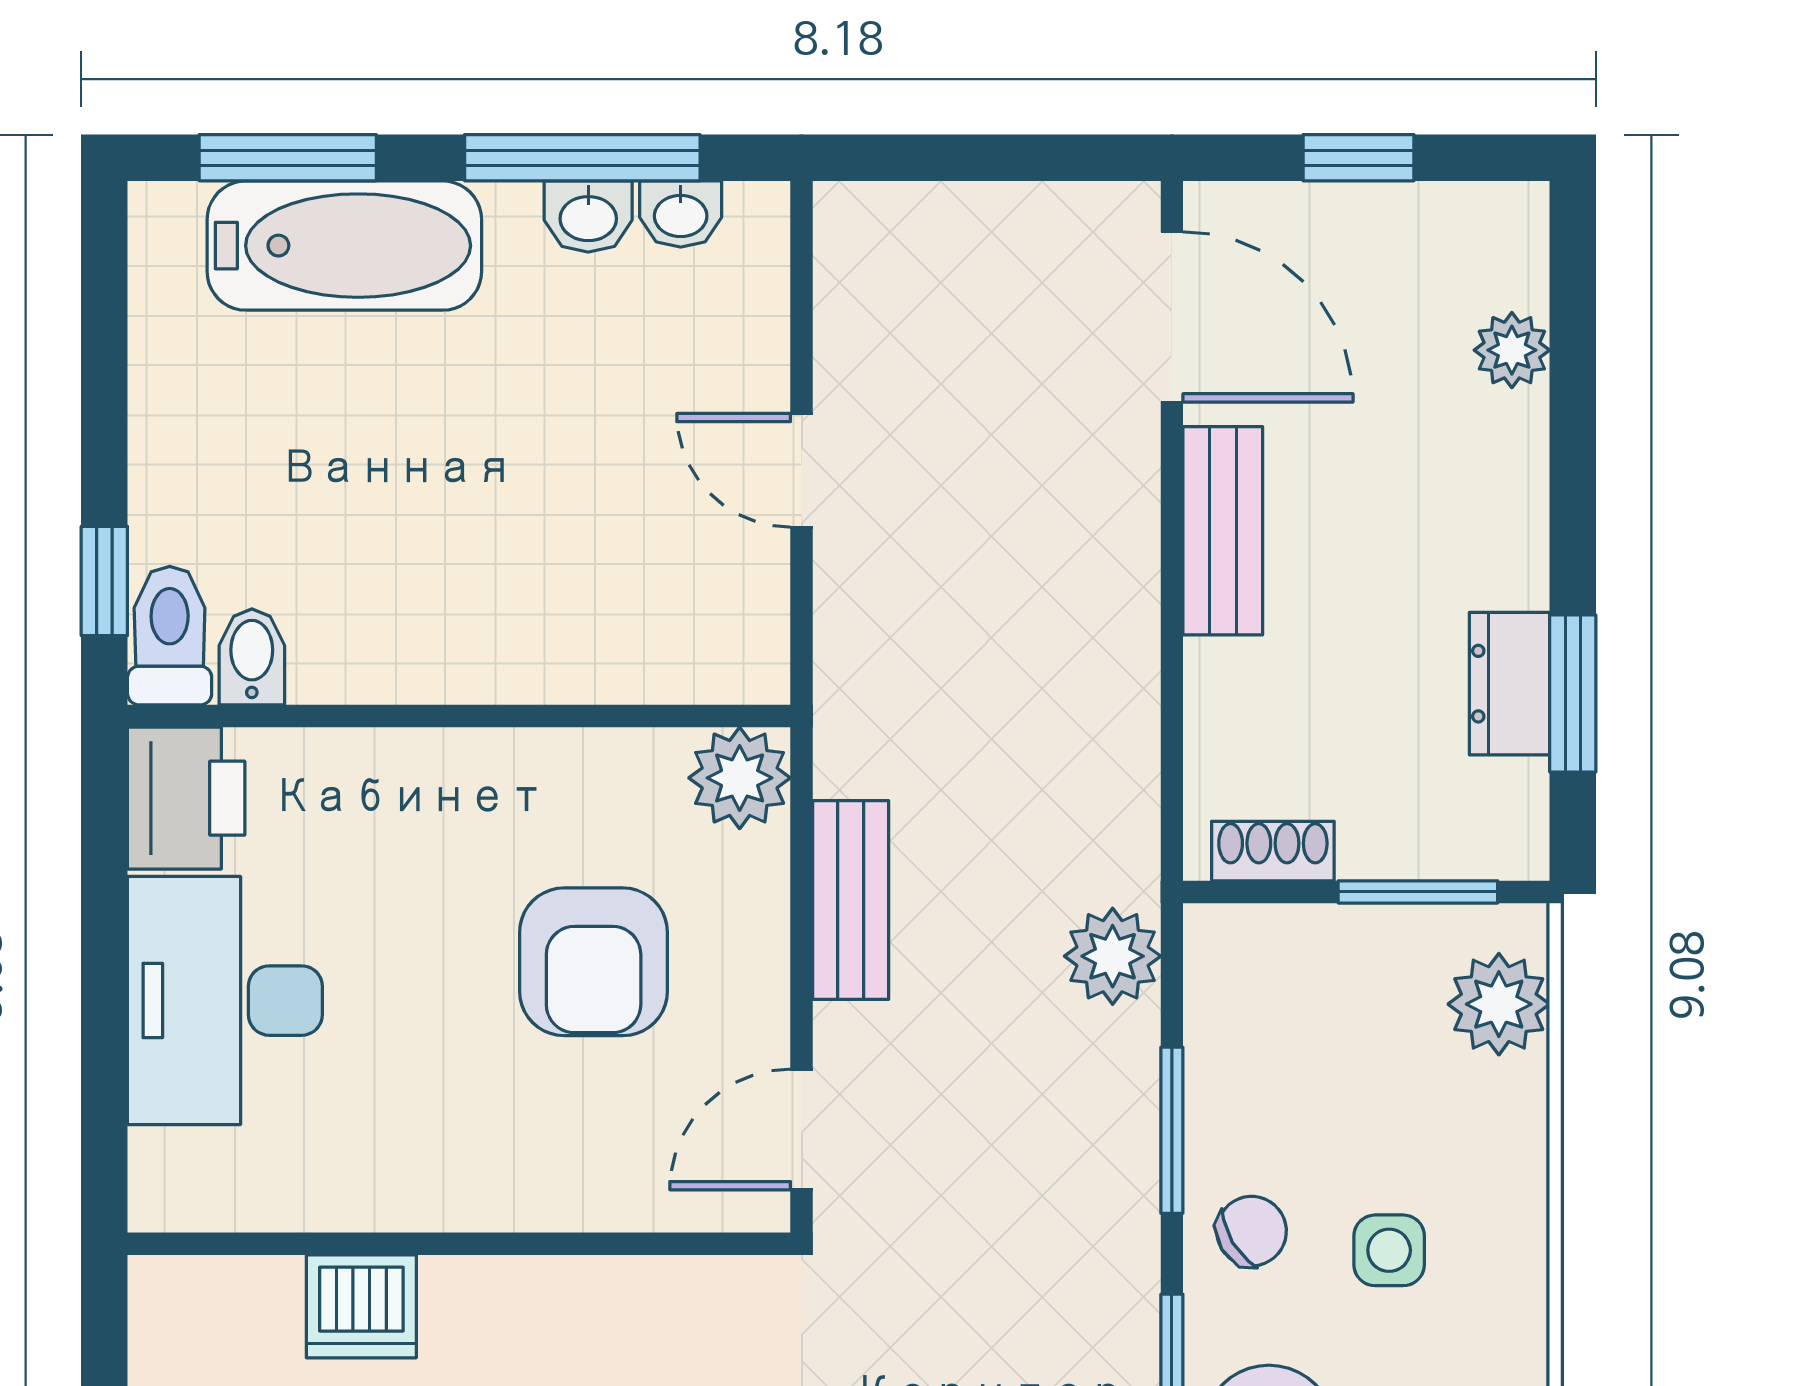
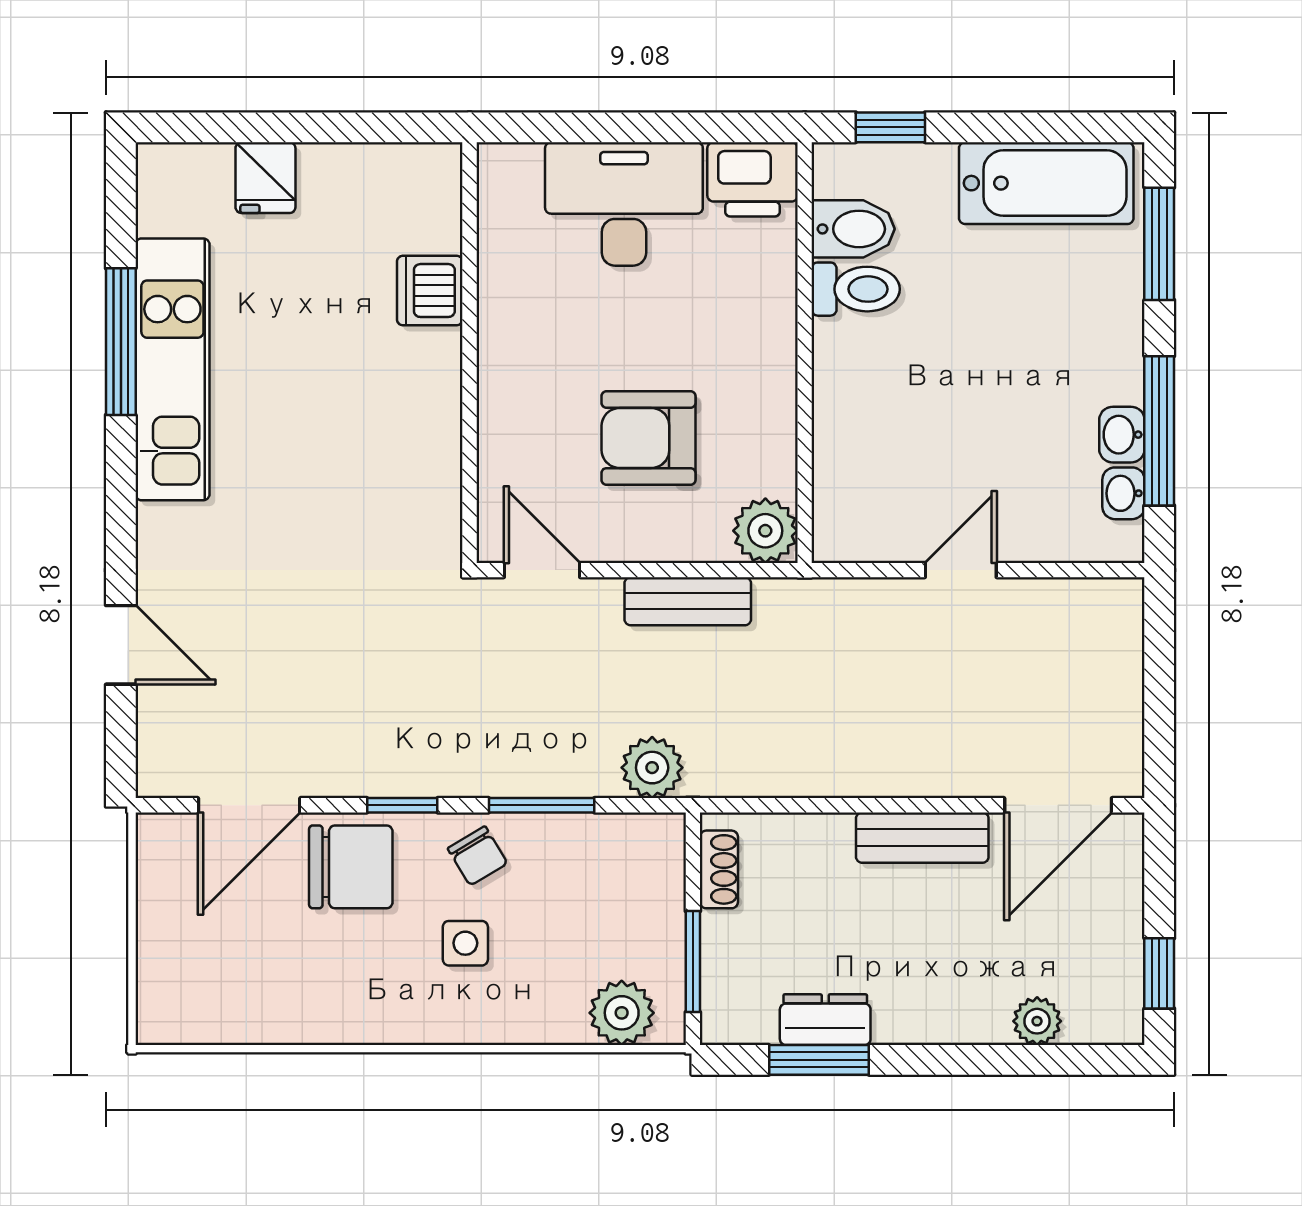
window: (1358, 158) -> (1159, 973), moved
bathtub: (344, 246) -> (1046, 183), moved, turned -90
toilet: (170, 636) -> (856, 289), moved
bidet: (252, 657) -> (853, 229), width x1.38, depth x1.36

